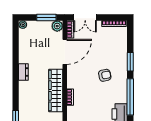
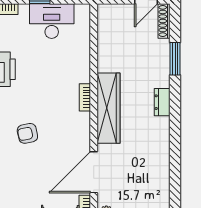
dresser: (23, 72) -> (162, 102), moved

